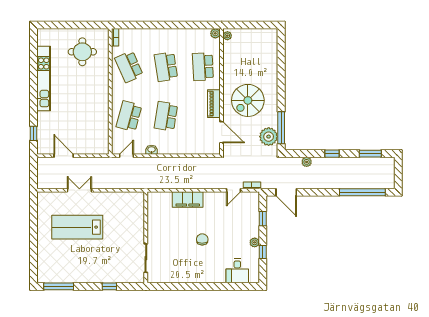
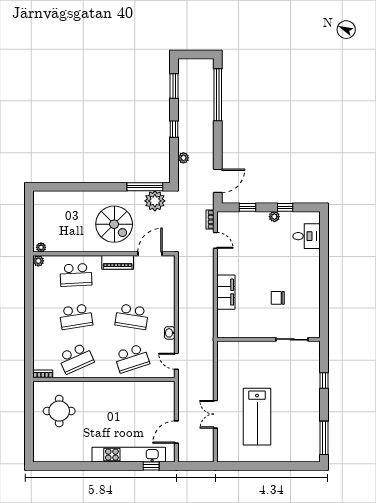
kitchen unit: (44, 78) -> (129, 455), moved
school desk: (129, 116) -> (132, 358), turned -33
chair: (202, 239) -> (278, 298), moved

